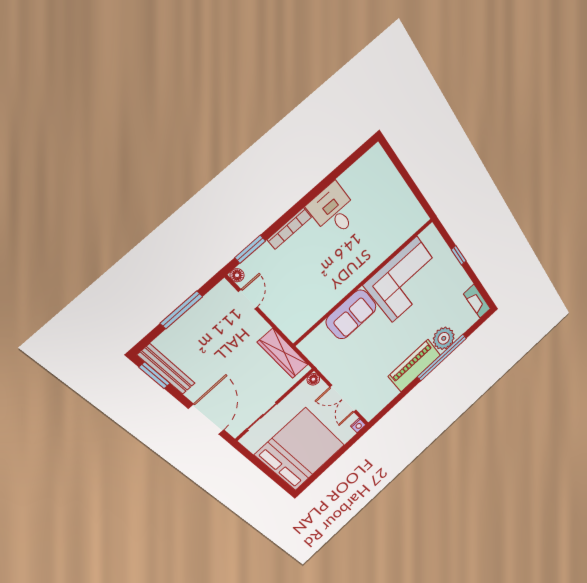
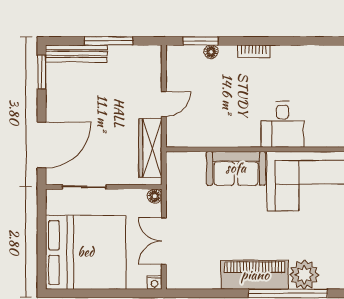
desk: (334, 211) -> (282, 124), moved, turned 180
bookcase: (289, 228) -> (254, 51), width x0.64
floor lamp: (237, 275) -> (211, 52), moved
door: (248, 299) -> (164, 104), moved
bench: (167, 369) -> (76, 54), moved, turned 90

